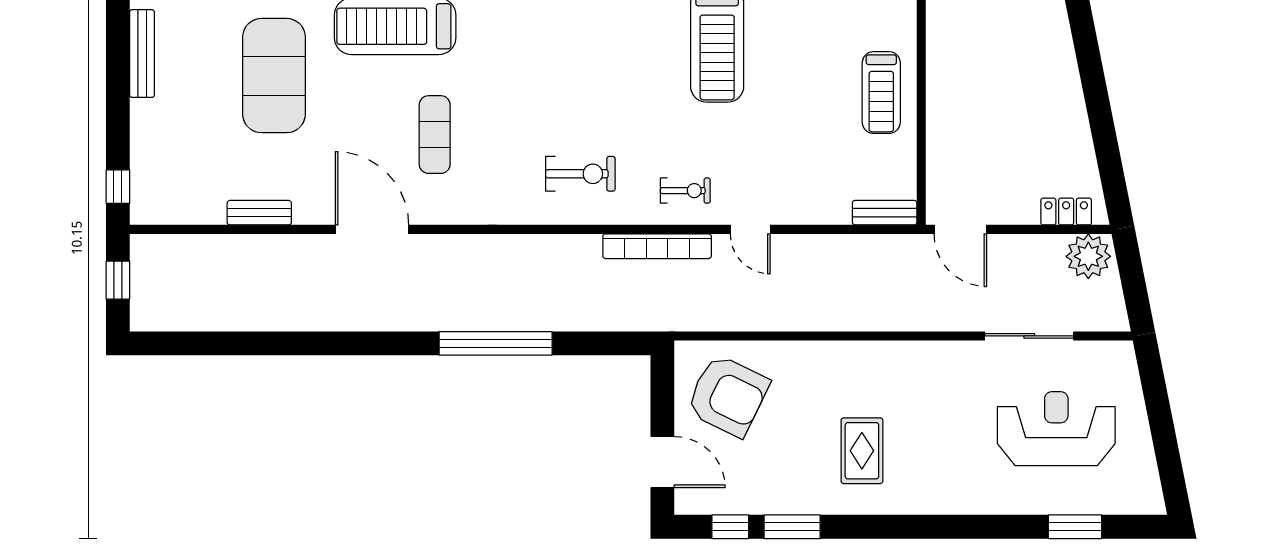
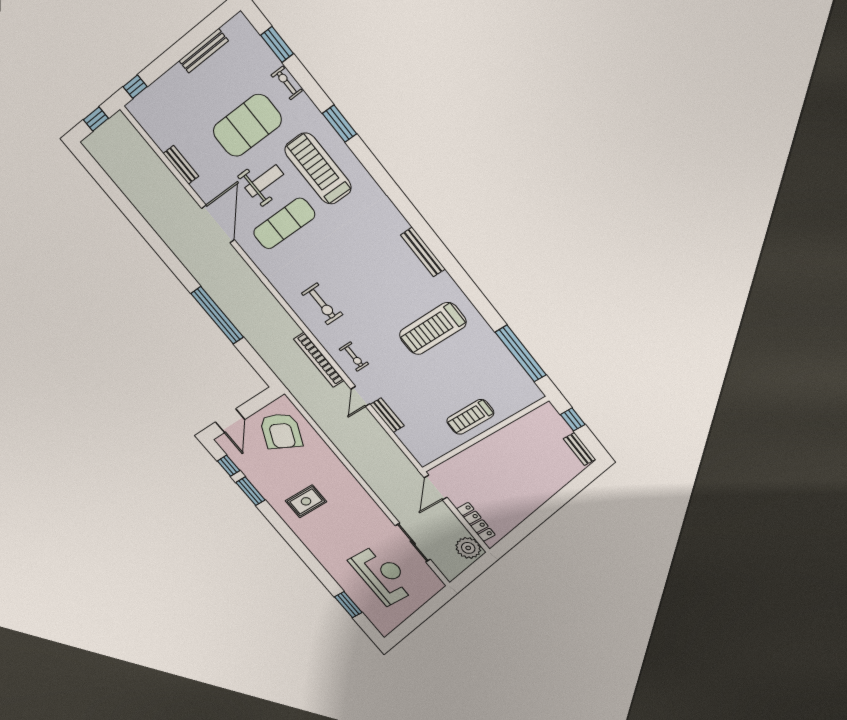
weight bench: (360, 114) -> (264, 181), added
exercise mat: (435, 135) -> (284, 224), width x1.36, depth x1.45
locker: (1066, 212) -> (476, 522), width x1.53
bench: (885, 213) -> (387, 415), moved

